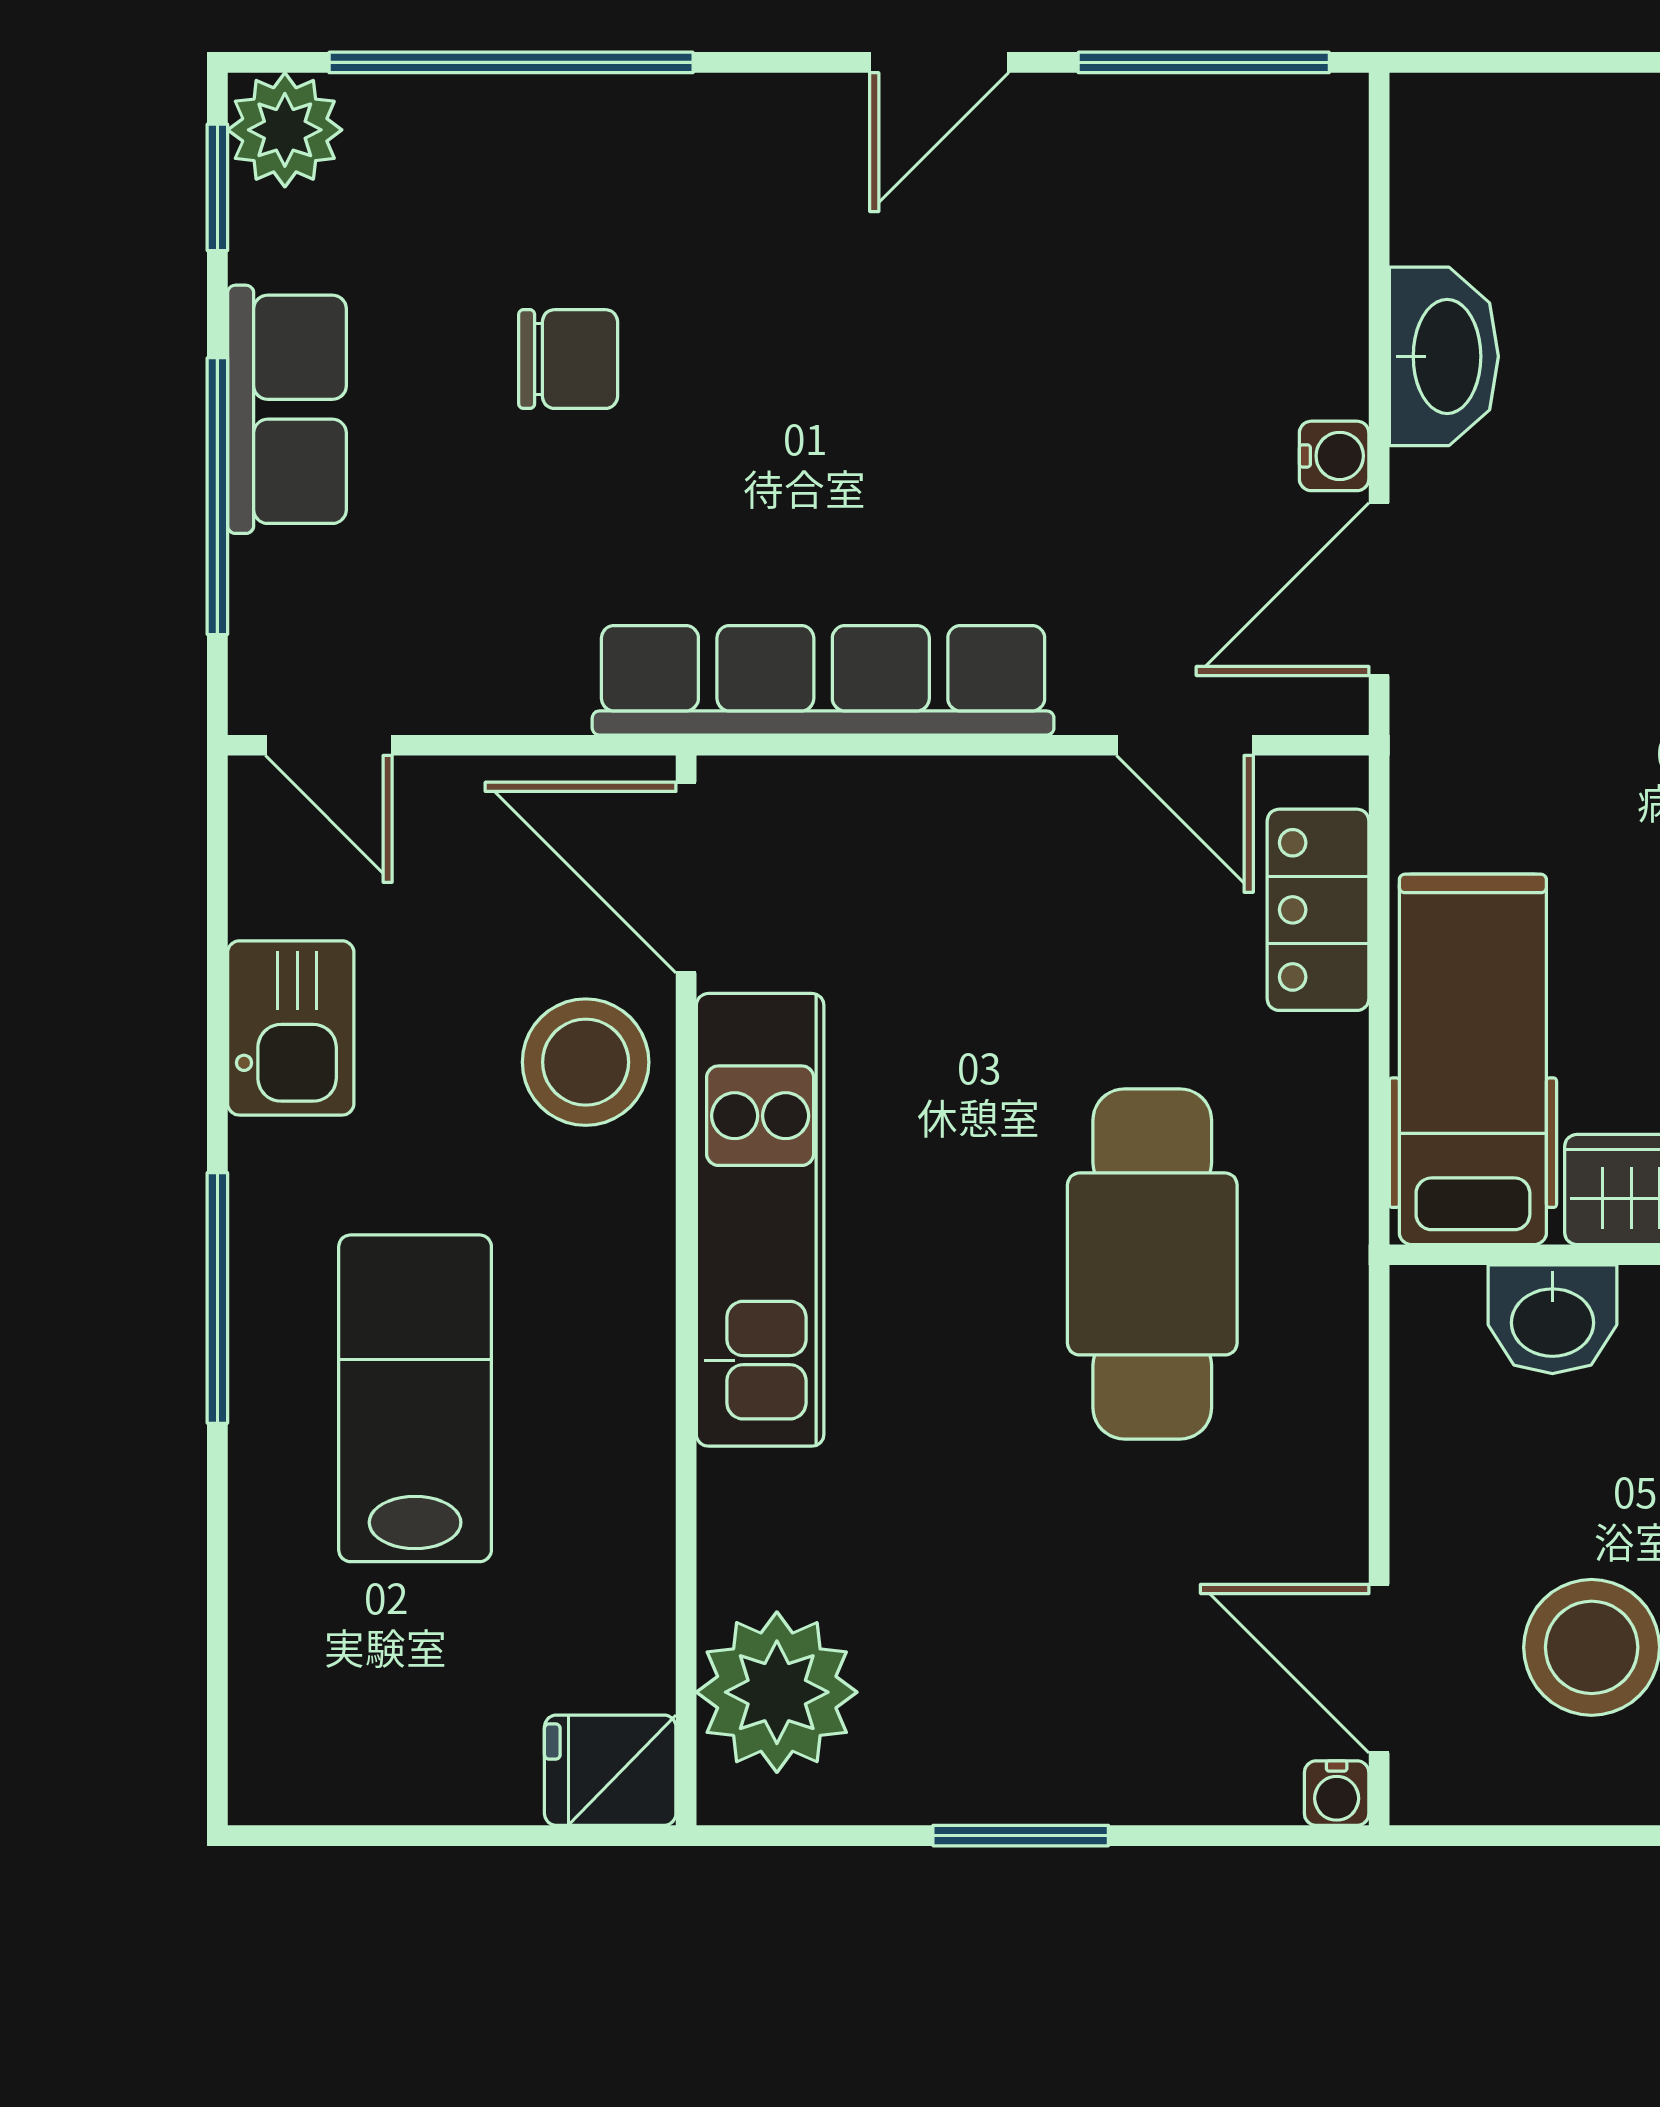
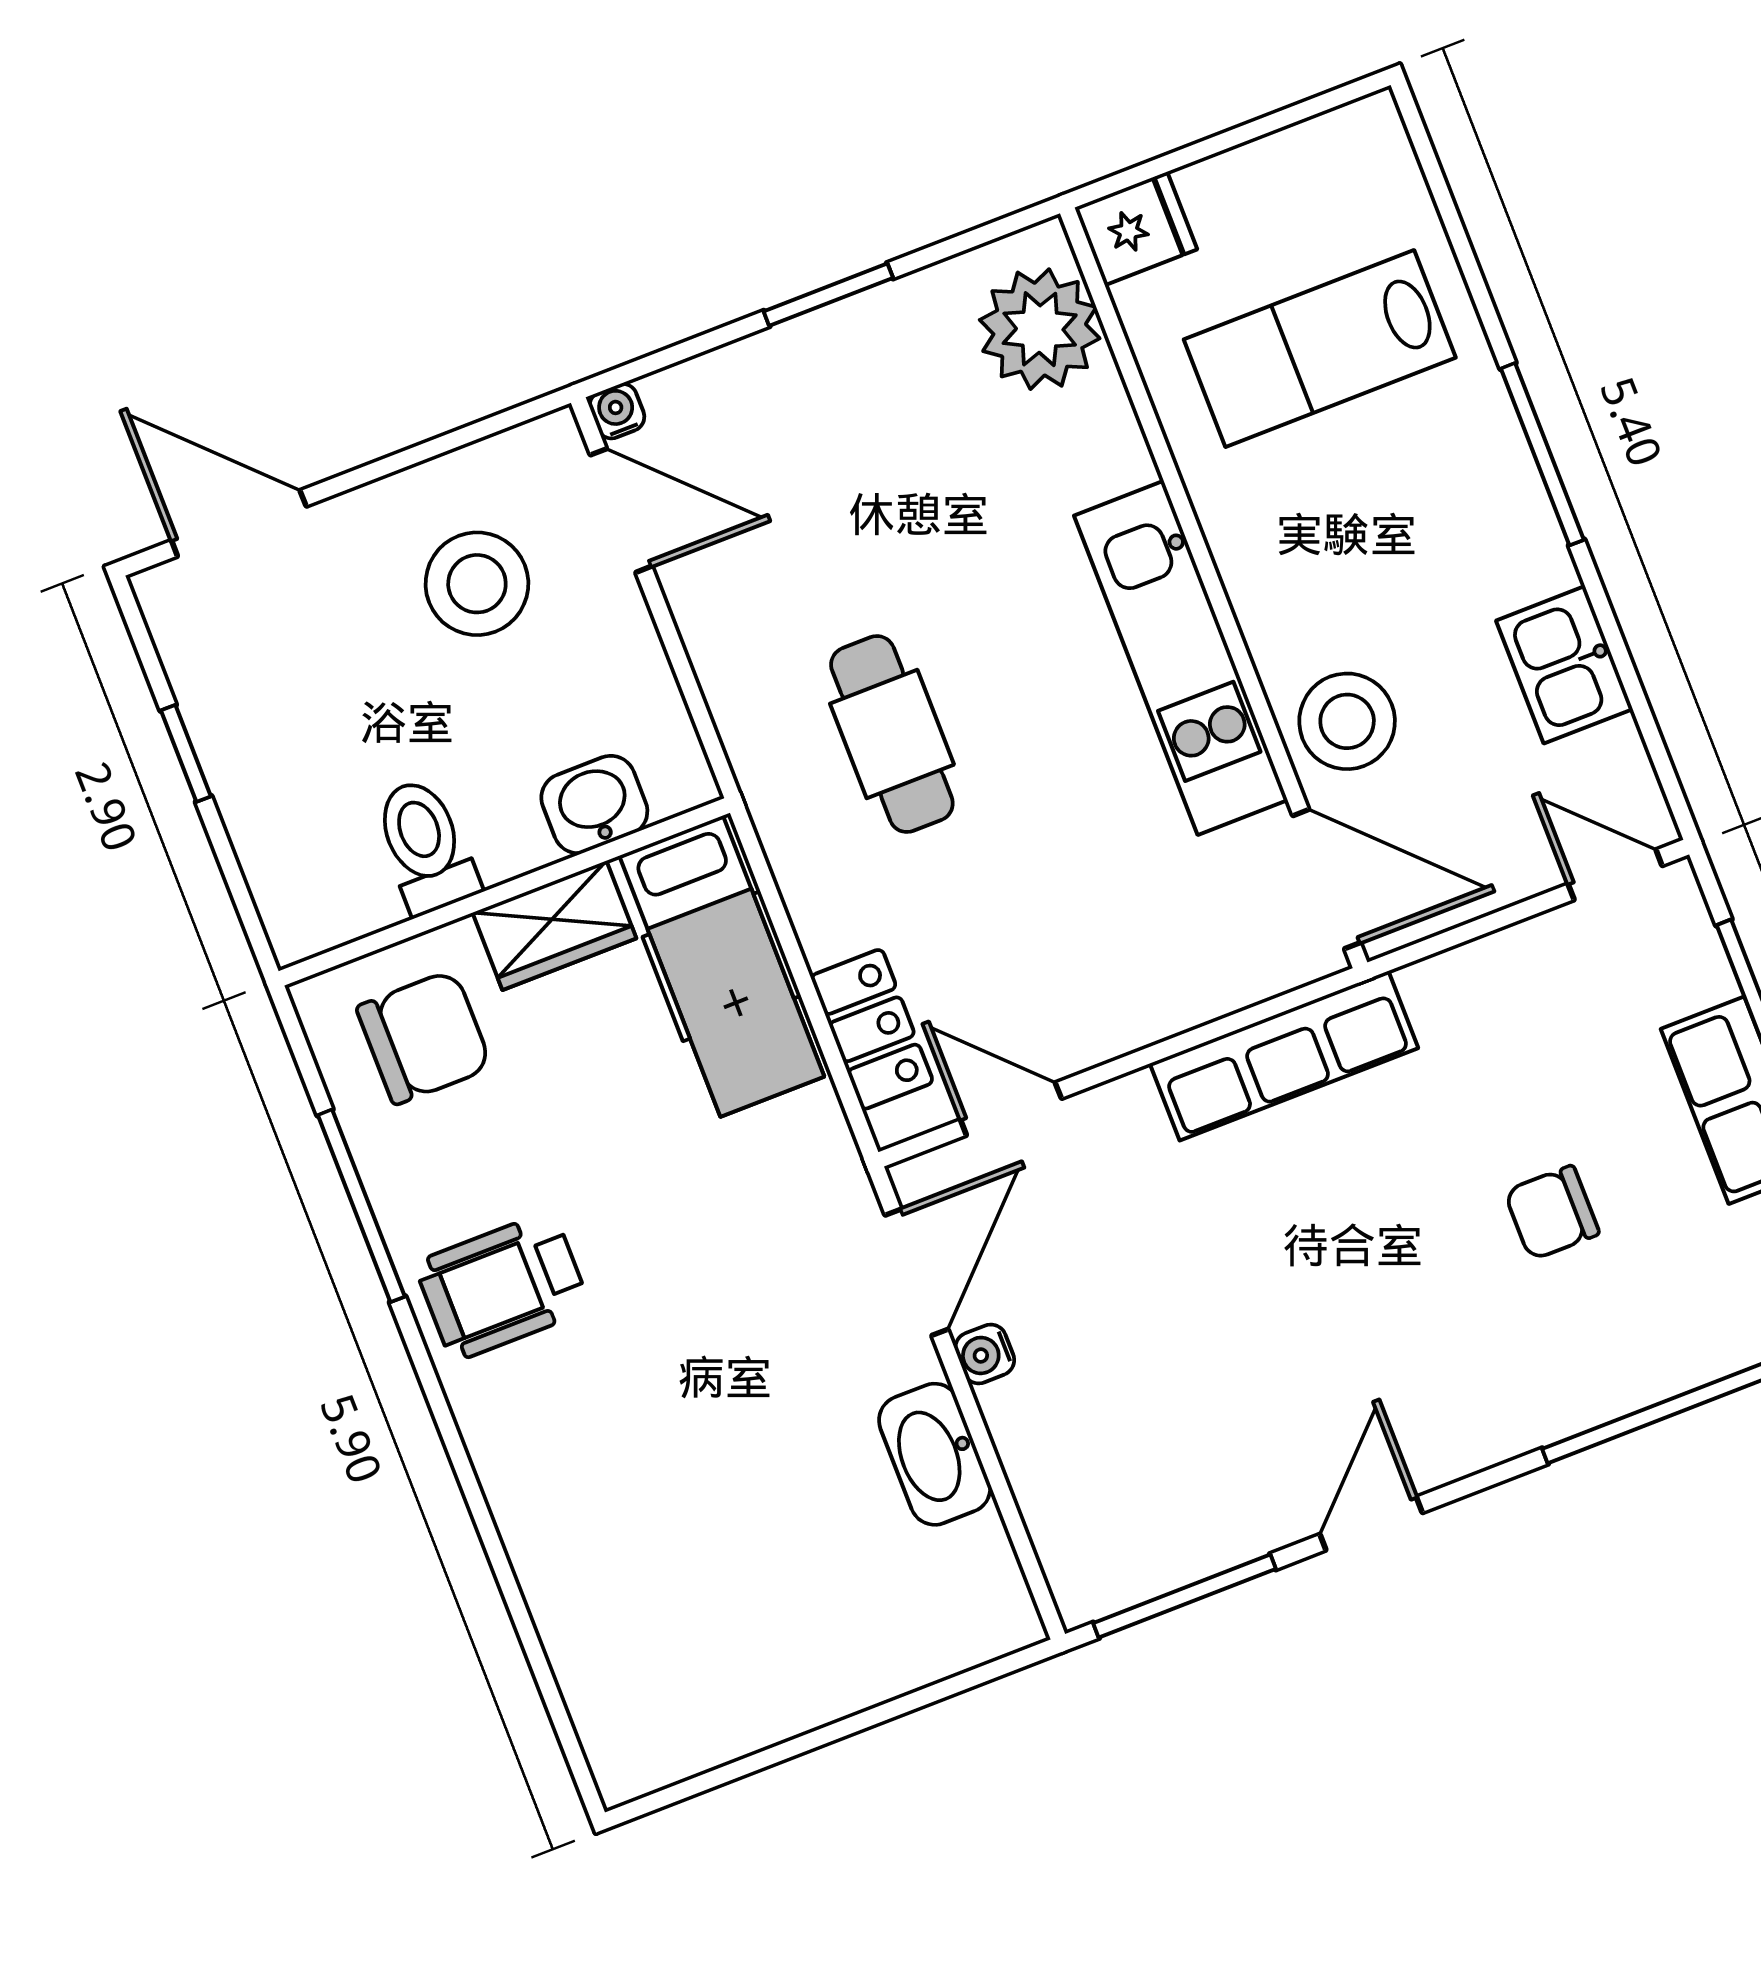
row of seats: (823, 680) -> (1284, 1056), width x0.73
cafe table: (1152, 1264) -> (892, 734), width x0.73, depth x0.74
lab bench: (415, 1398) -> (1320, 349), moved, turned 90

